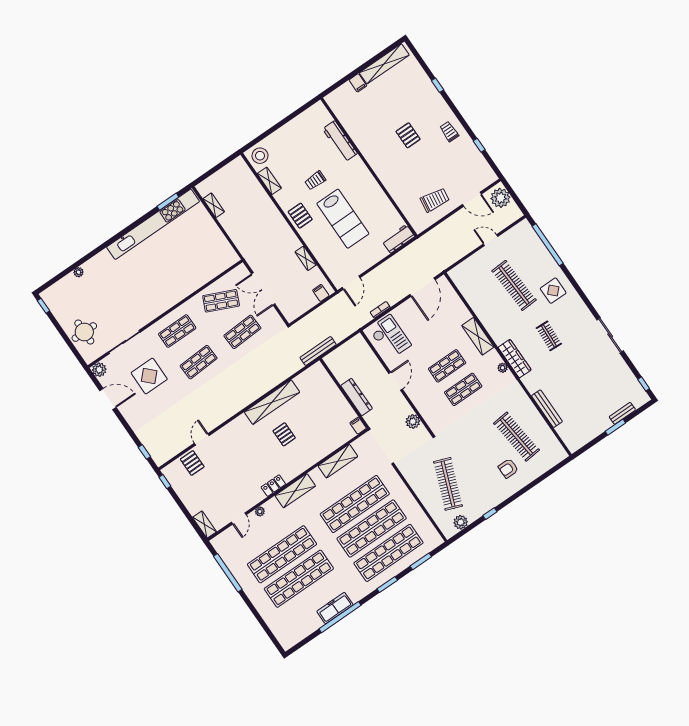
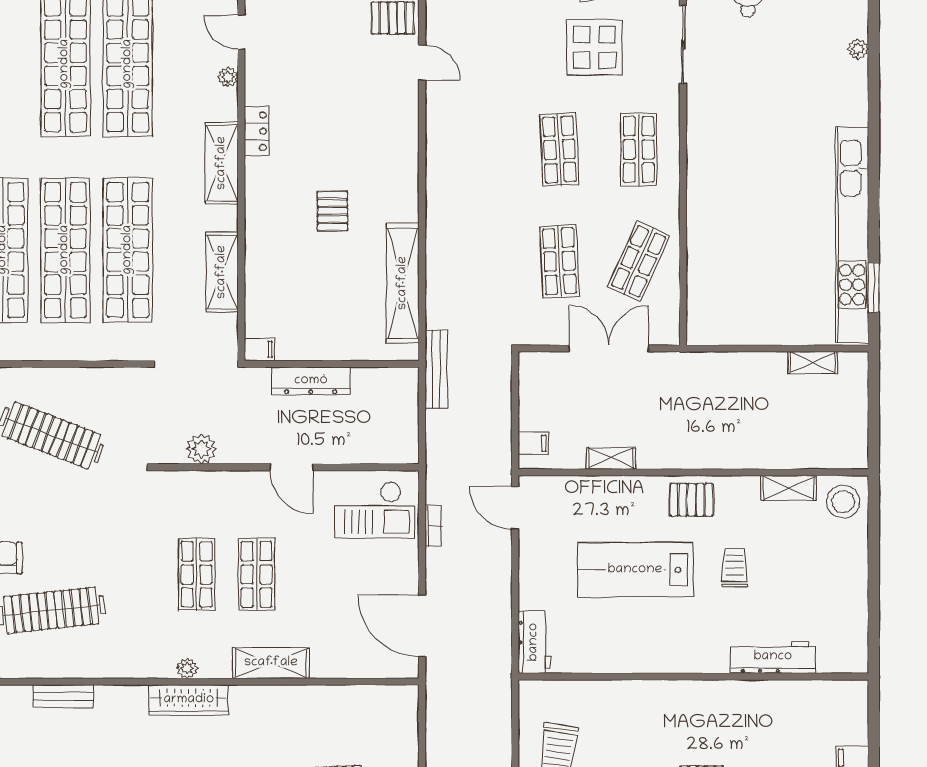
shelving: (272, 402) -> (403, 283), moved
bench: (547, 409) -> (63, 696), width x0.73
pallet: (284, 434) -> (333, 211), turned 90

